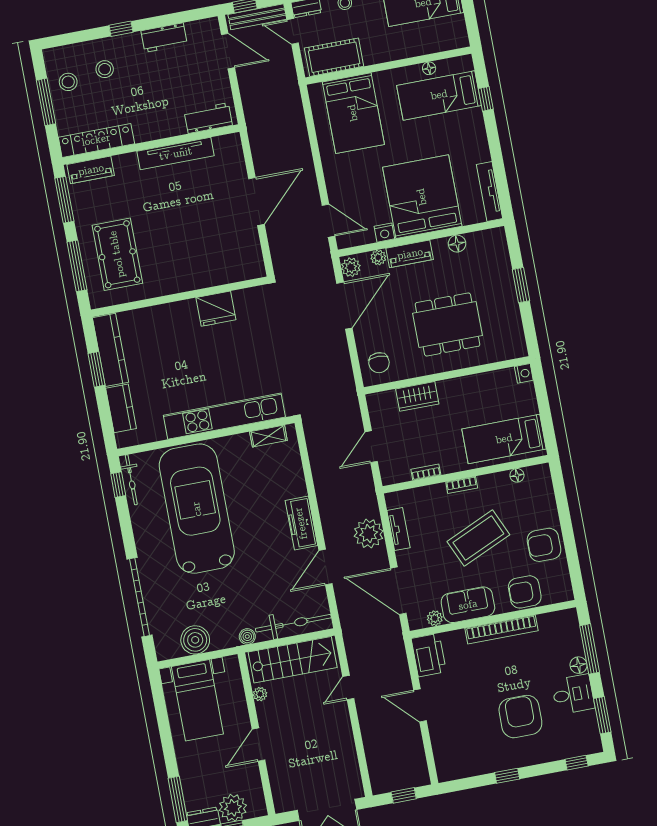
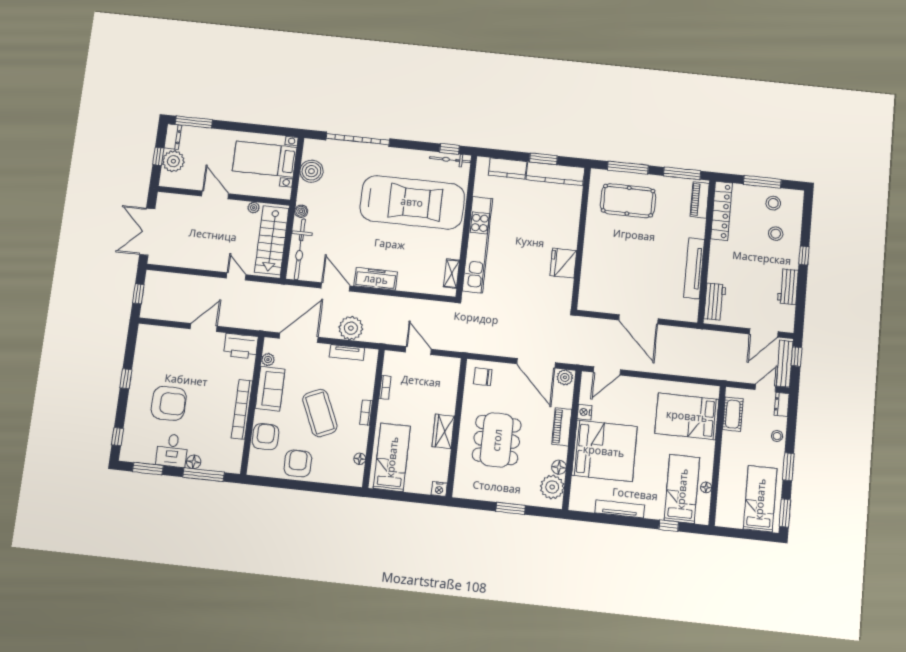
cot: (334, 57) -> (733, 414), width x0.73, depth x0.75
tv unit: (489, 191) -> (620, 509), moved
plant: (378, 257) -> (552, 487), moved, width x1.87, depth x1.87
wardrobe: (417, 396) -> (443, 431), moved

